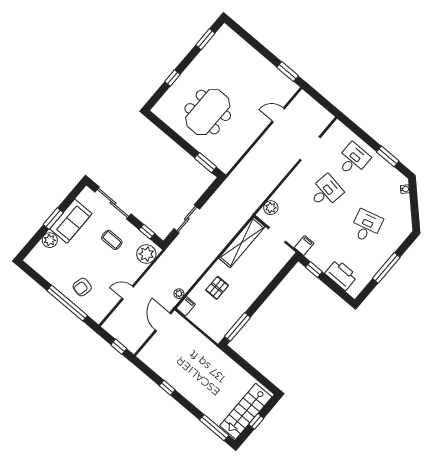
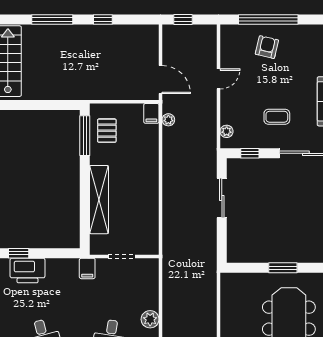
window: (205, 163) -> (283, 268), moved
plant: (271, 208) -> (150, 319), moved
shelving: (242, 242) -> (99, 200), moved
plant: (146, 254) -> (227, 131), width x0.53, depth x0.53
window: (314, 270) -> (19, 253), moved
pallet: (217, 288) -> (107, 131), moved
window: (214, 428) -> (52, 19), moved

